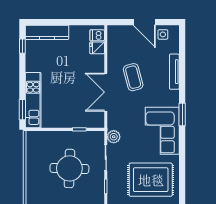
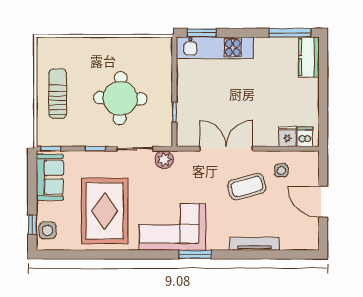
door: (144, 22) -> (323, 202), hinge flipped
kitchen counter: (47, 32) -> (309, 57), width x0.67
side table: (163, 34) -> (281, 171), moved
window: (22, 46) -> (290, 33), width x2.17

